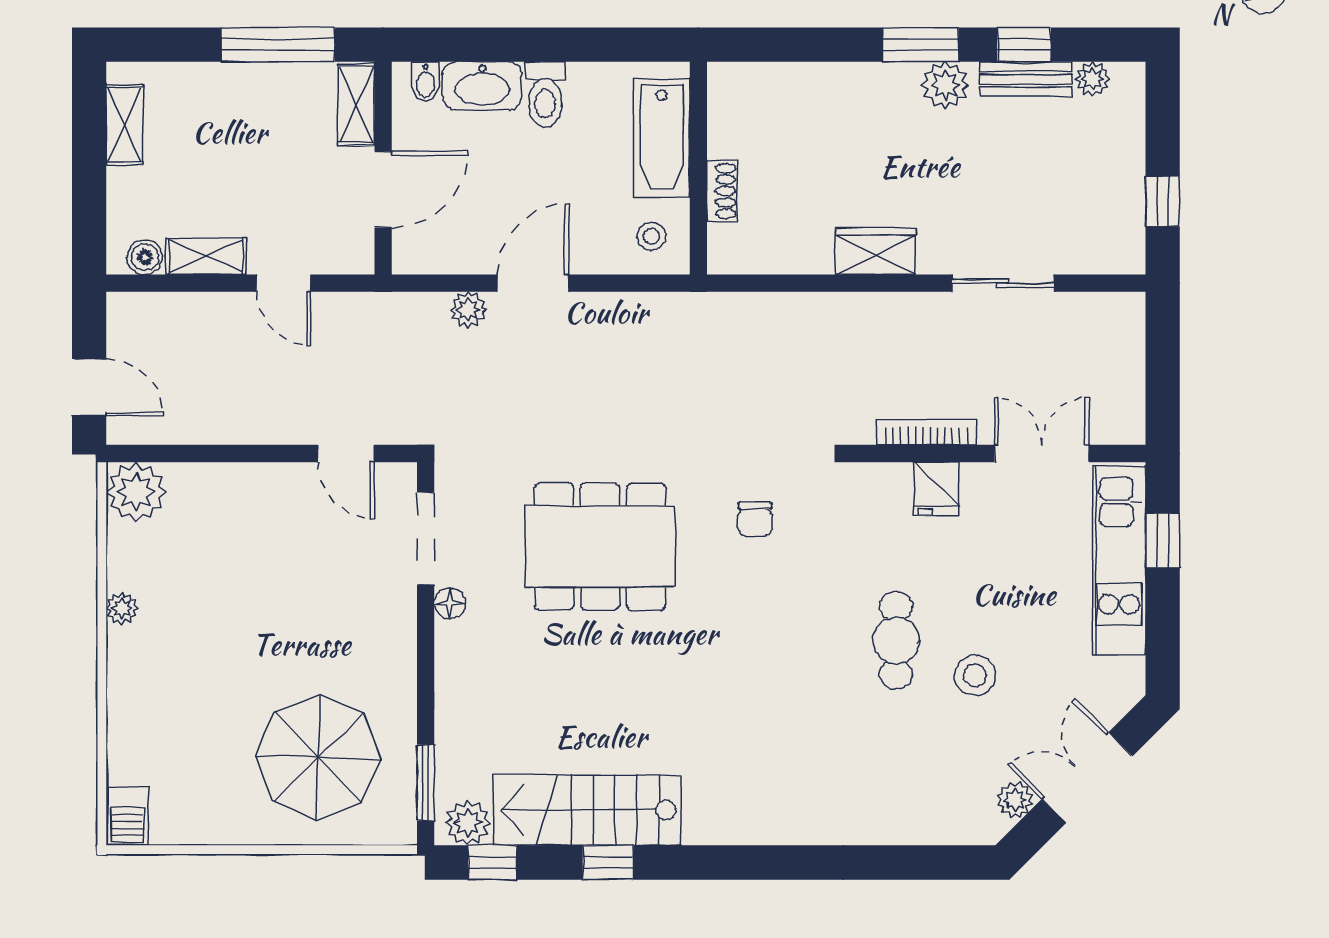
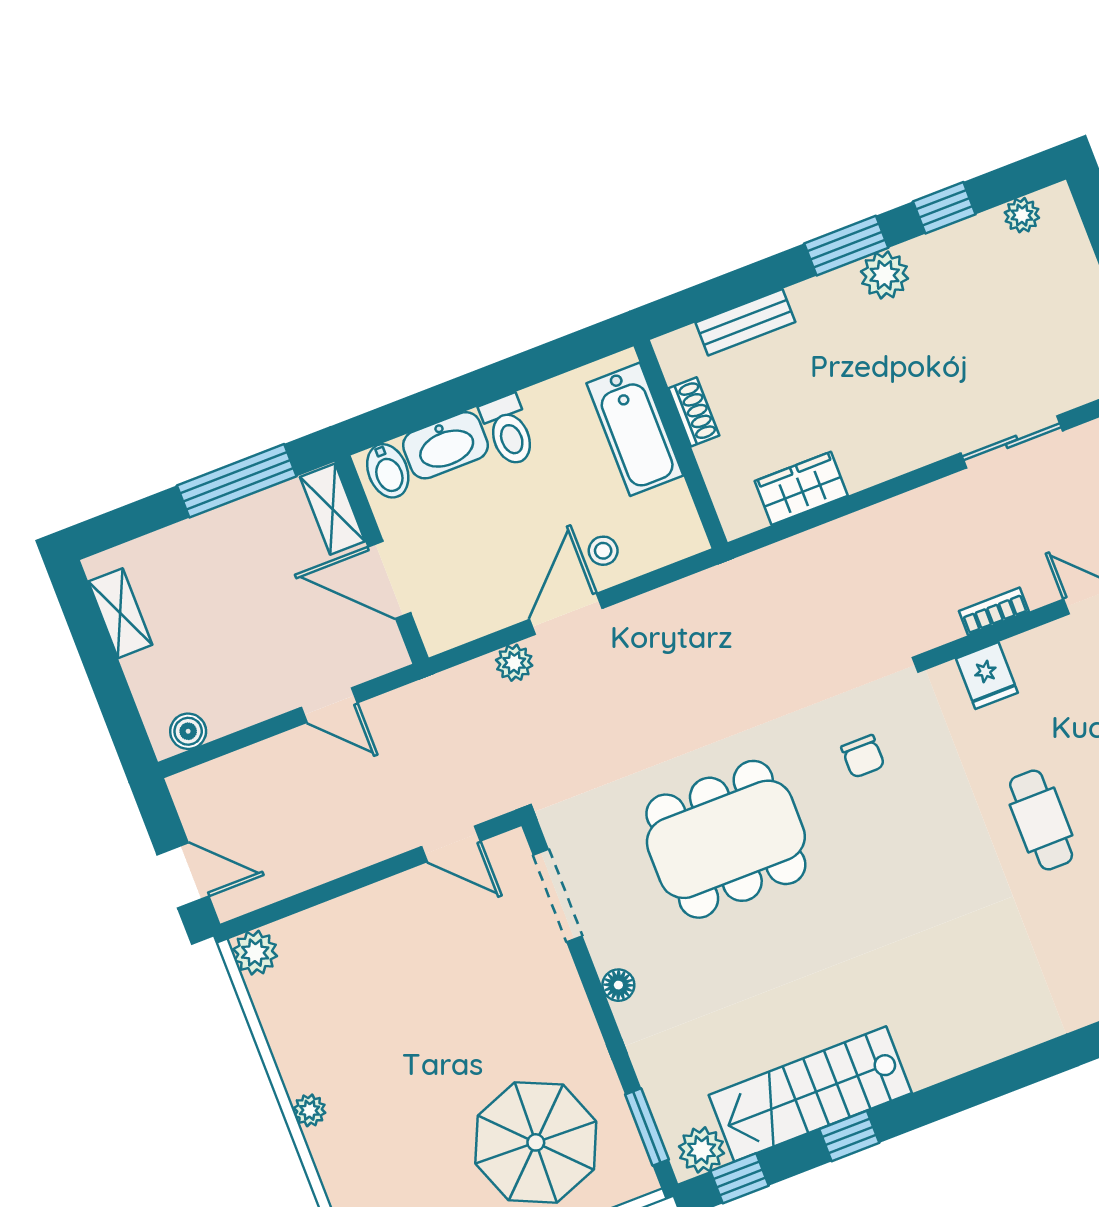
bench: (1026, 79) -> (745, 322), moved
bidet: (425, 82) -> (388, 471), width x1.38, depth x1.36
door: (383, 189) -> (389, 580), swing flipped
shoe rack: (722, 191) -> (694, 412), moved
stool: (651, 236) -> (603, 551), moved
wardrobe: (875, 251) -> (801, 488), moved
shelving: (206, 257) -> (246, 708), removed
bookcase: (927, 432) -> (994, 611), width x0.64
fridge: (937, 489) -> (987, 676), moved
plant: (136, 492) -> (255, 953), width x0.73, depth x0.73
floor lamp: (450, 603) -> (618, 985), moved
plant: (122, 608) -> (310, 1110), moved

